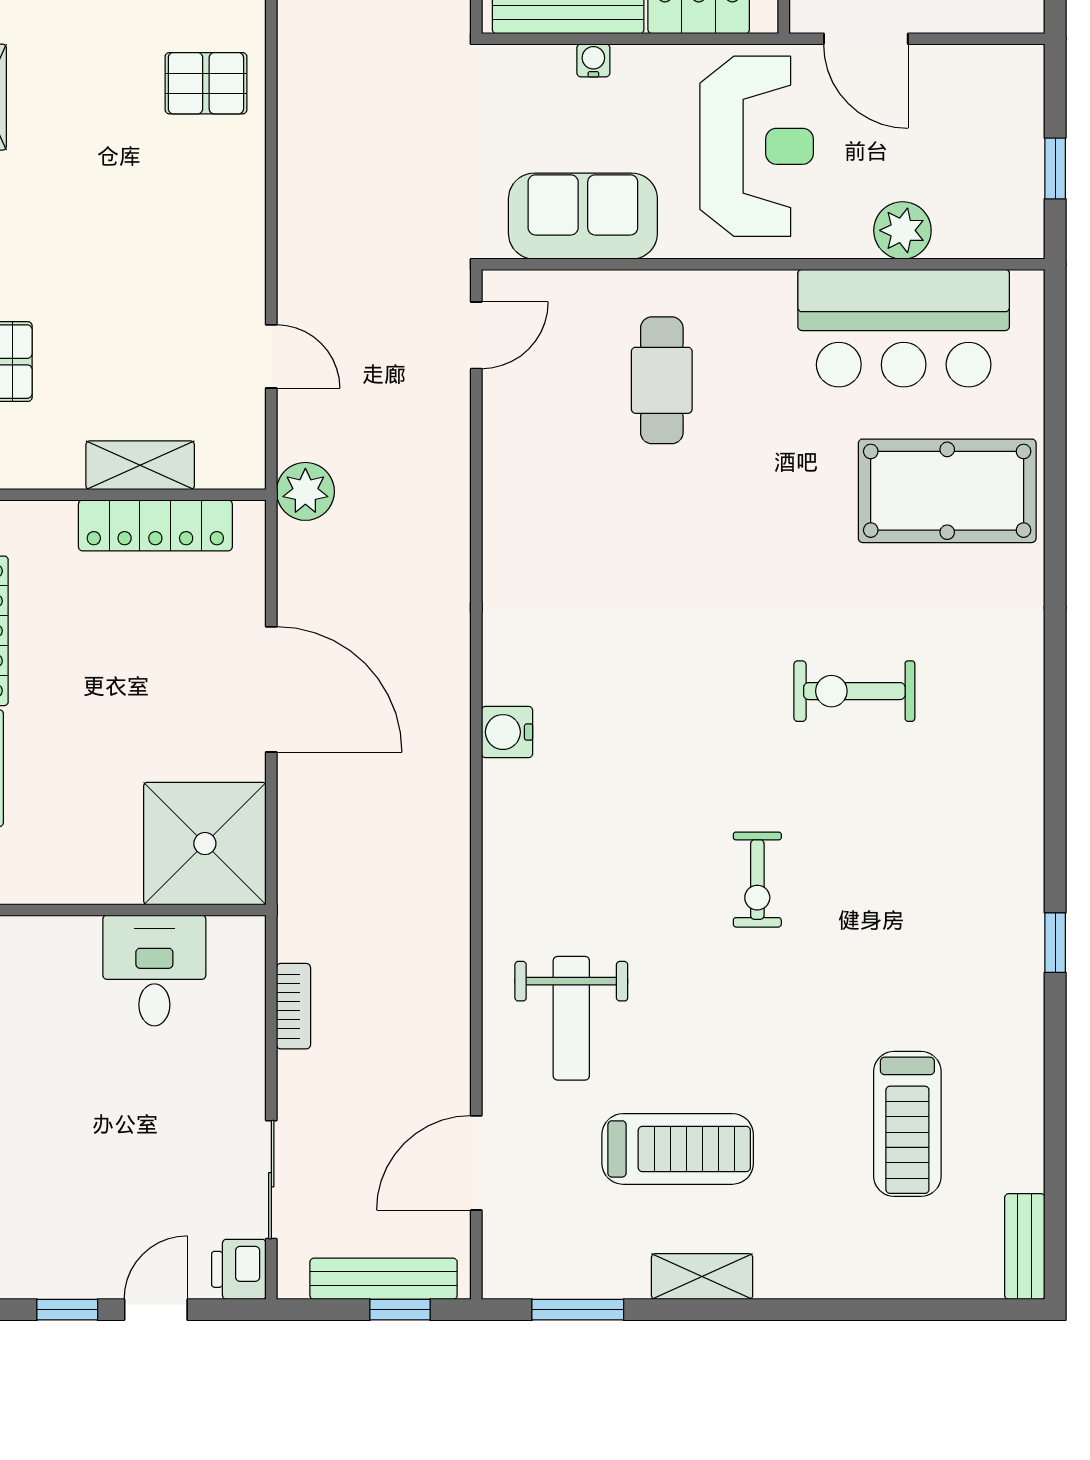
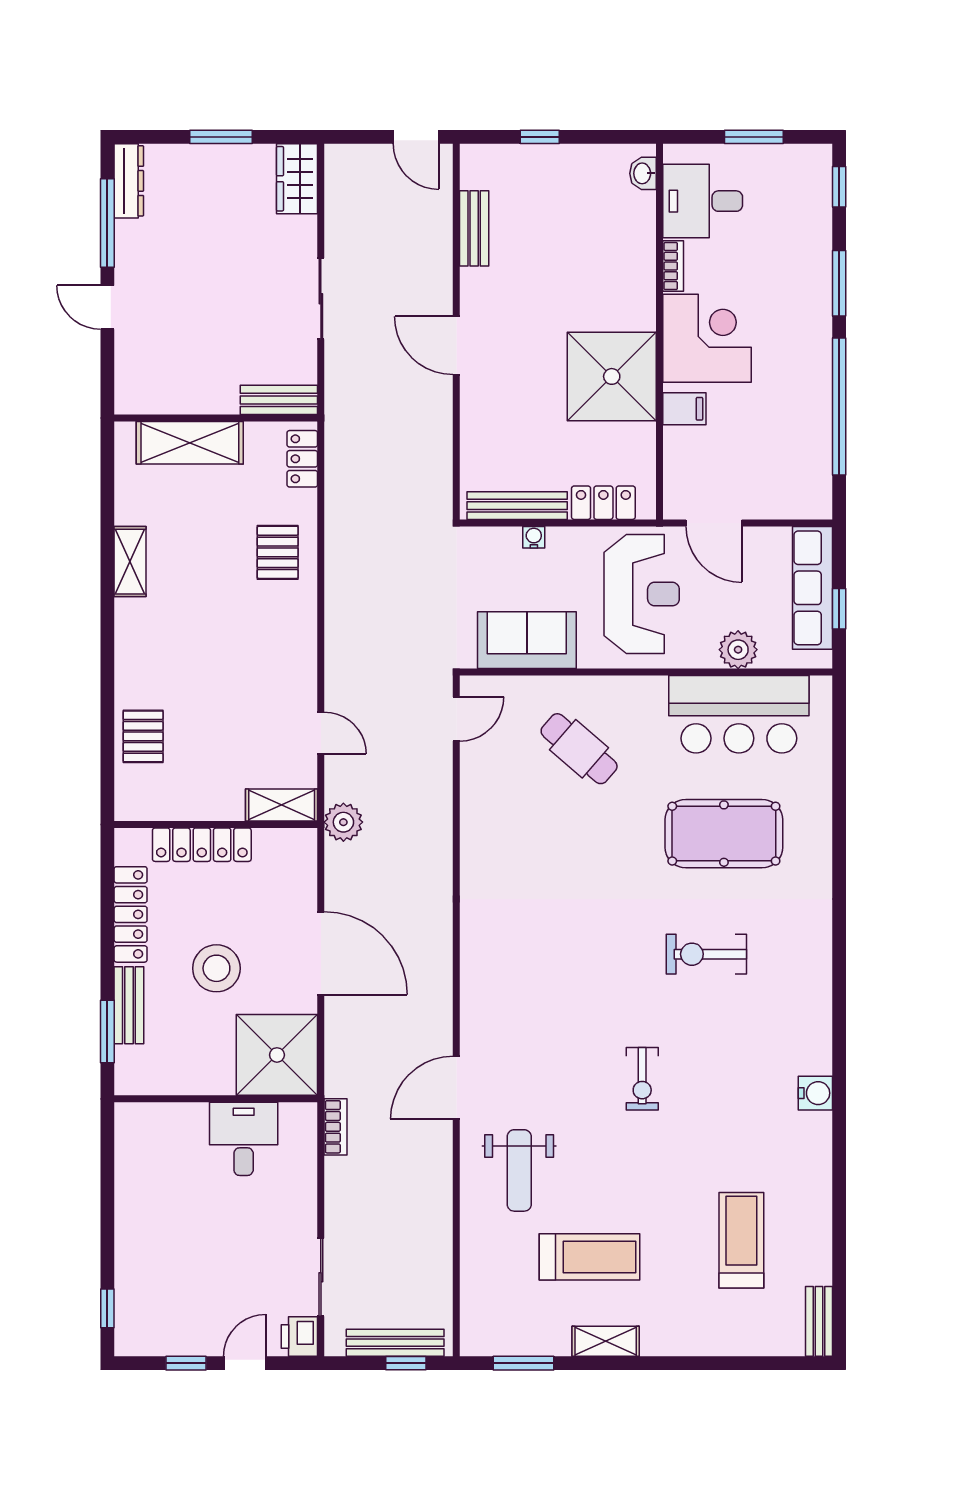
pallet: (206, 83) -> (278, 552), turned 90
row of seats: (1015, 137) -> (812, 588), added
cafe table: (662, 380) -> (579, 749), turned -49
shelving: (140, 465) -> (282, 805), moved
pool table: (947, 491) -> (724, 834), moved
locker: (155, 525) -> (202, 845), moved
stool: (113, 712) -> (216, 968), added
water cooler: (507, 732) -> (815, 1093), moved, turned 180
window: (1055, 943) -> (839, 1120), removed
bookcase: (293, 1006) -> (336, 1127), moved
treadmill: (907, 1124) -> (741, 1240), turned 180
door: (476, 1163) -> (456, 1088), moved

